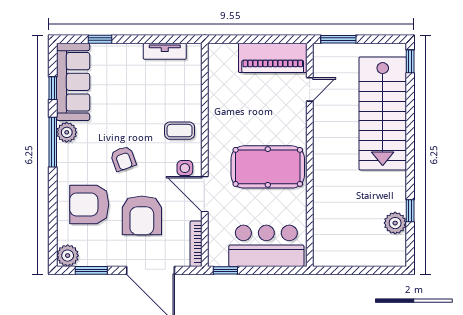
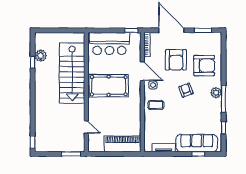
piano: (273, 58) -> (123, 144), moved
sofa: (73, 82) -> (197, 143), moved, turned 90
door: (310, 89) -> (86, 127), swing flipped
stairs: (383, 113) -> (72, 73), moved, turned 180
plant: (67, 132) -> (216, 93), moved
armchair: (142, 215) -> (176, 60), turned 180
plant: (68, 256) -> (216, 38), removed

